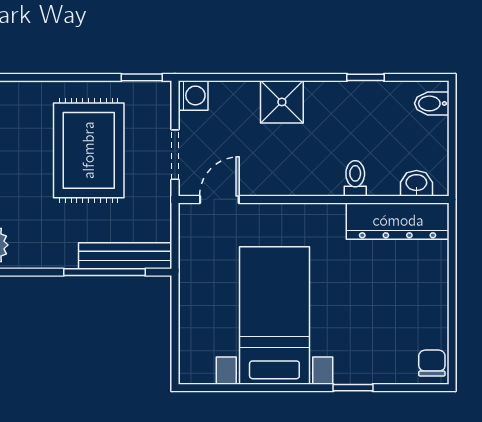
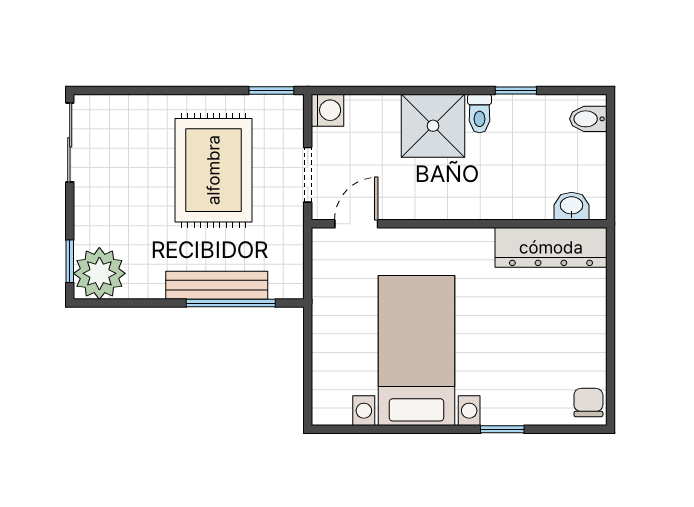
shower: (282, 102) -> (433, 126), width x1.36, depth x1.36
toilet: (355, 178) -> (480, 113), moved, turned 180
bench: (125, 256) -> (217, 285), moved

